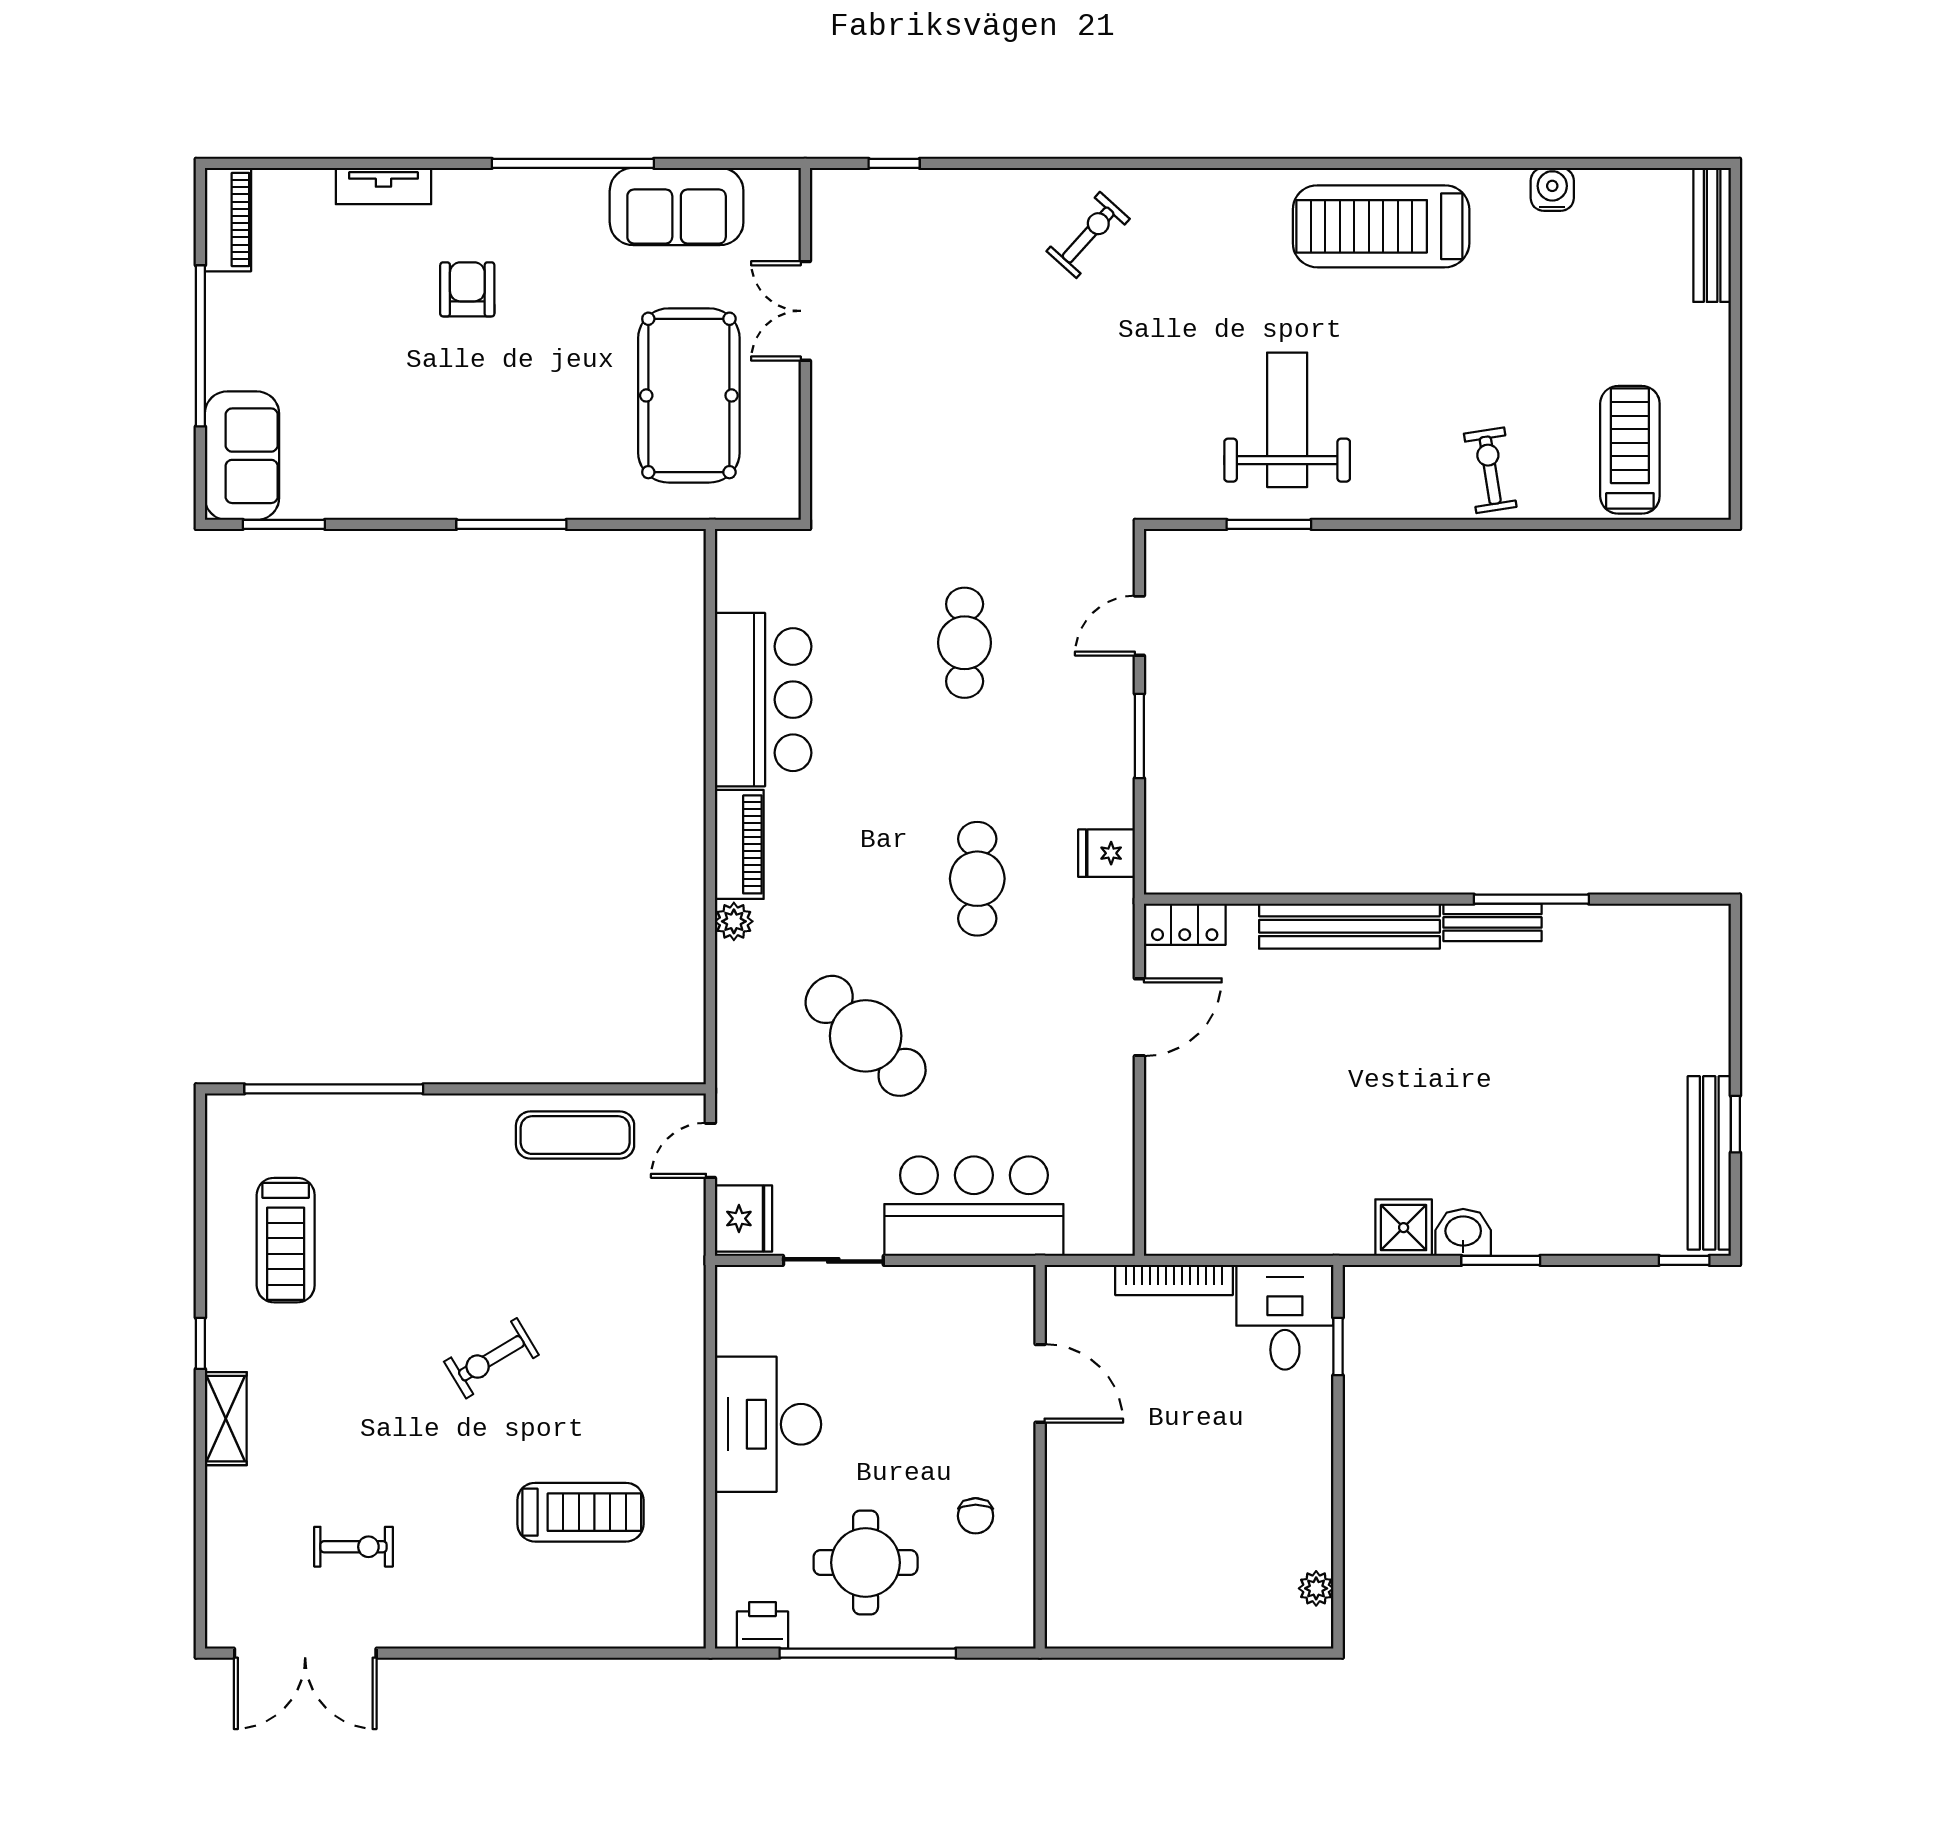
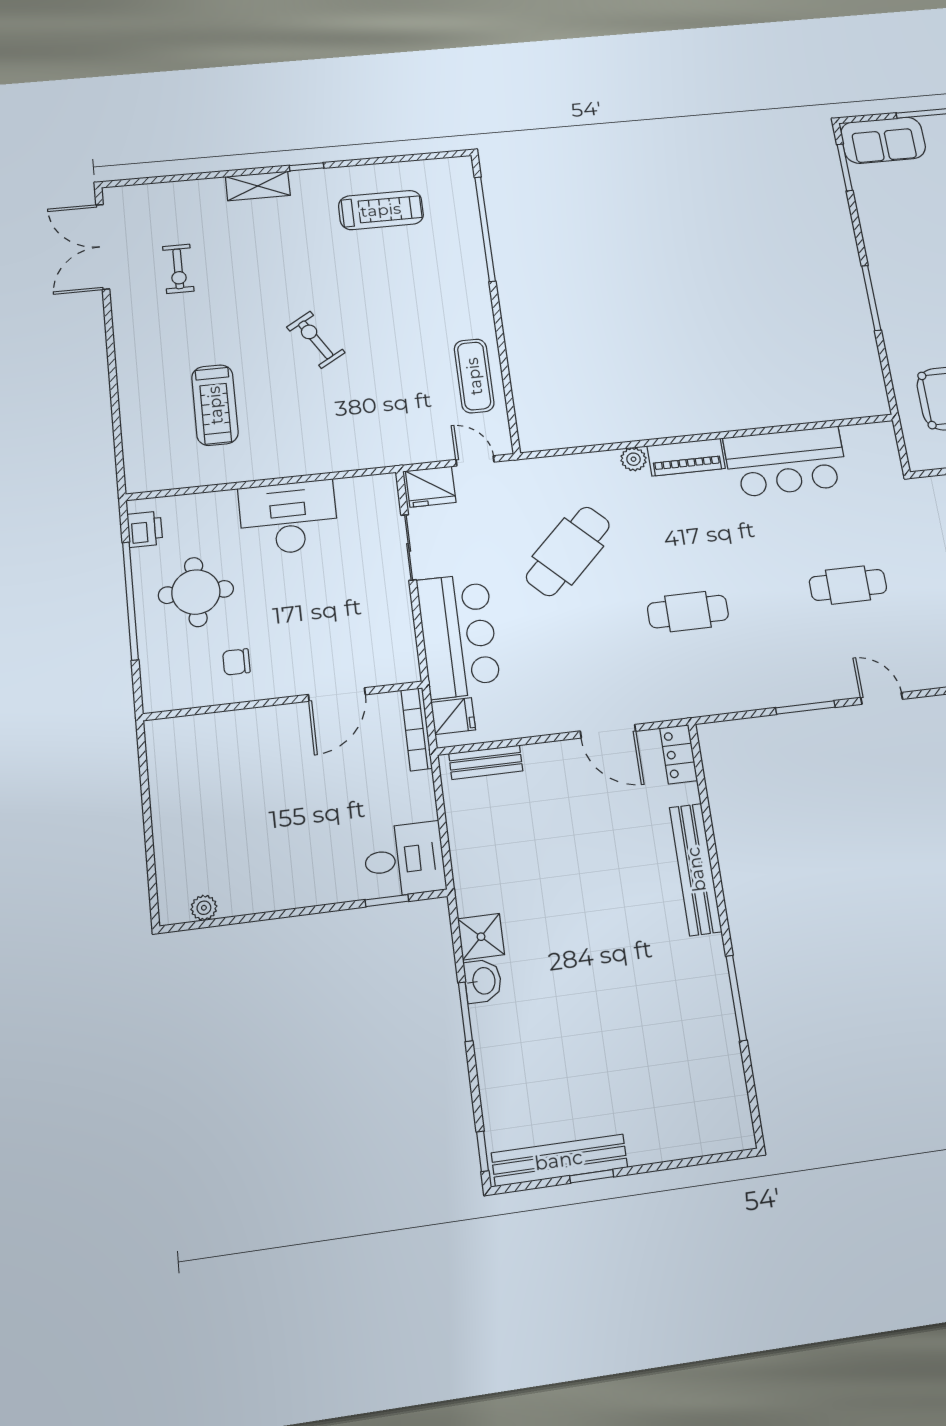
fridge: (1107, 853) -> (453, 716), moved, turned 90
bench: (1493, 922) -> (486, 762), moved, turned 90
treadmill: (286, 1240) -> (381, 210), turned 180
bookcase: (1174, 1280) -> (417, 729), moved

